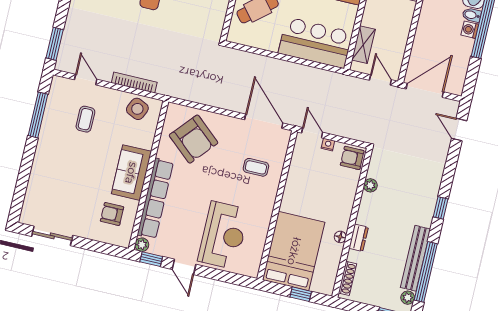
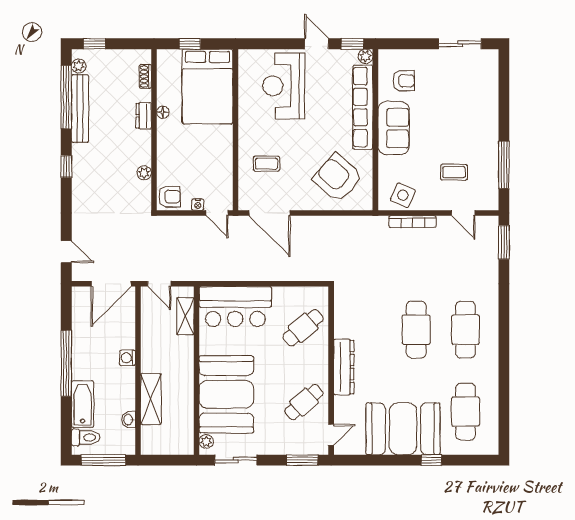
bidet: (472, 15) -> (81, 373), removed
washing machine: (470, 30) -> (128, 358), moved, turned 180
coffee table: (85, 119) -> (454, 172), turned 90
shoe rack: (347, 278) -> (145, 76), width x0.70

